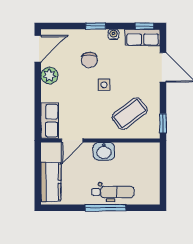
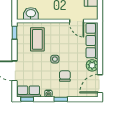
coffee table: (130, 114) -> (37, 39), turned -53
row of seats: (50, 121) -> (92, 41), width x1.48
door: (72, 140) -> (77, 21), swing flipped
washbasin: (104, 151) -> (31, 14), moved

